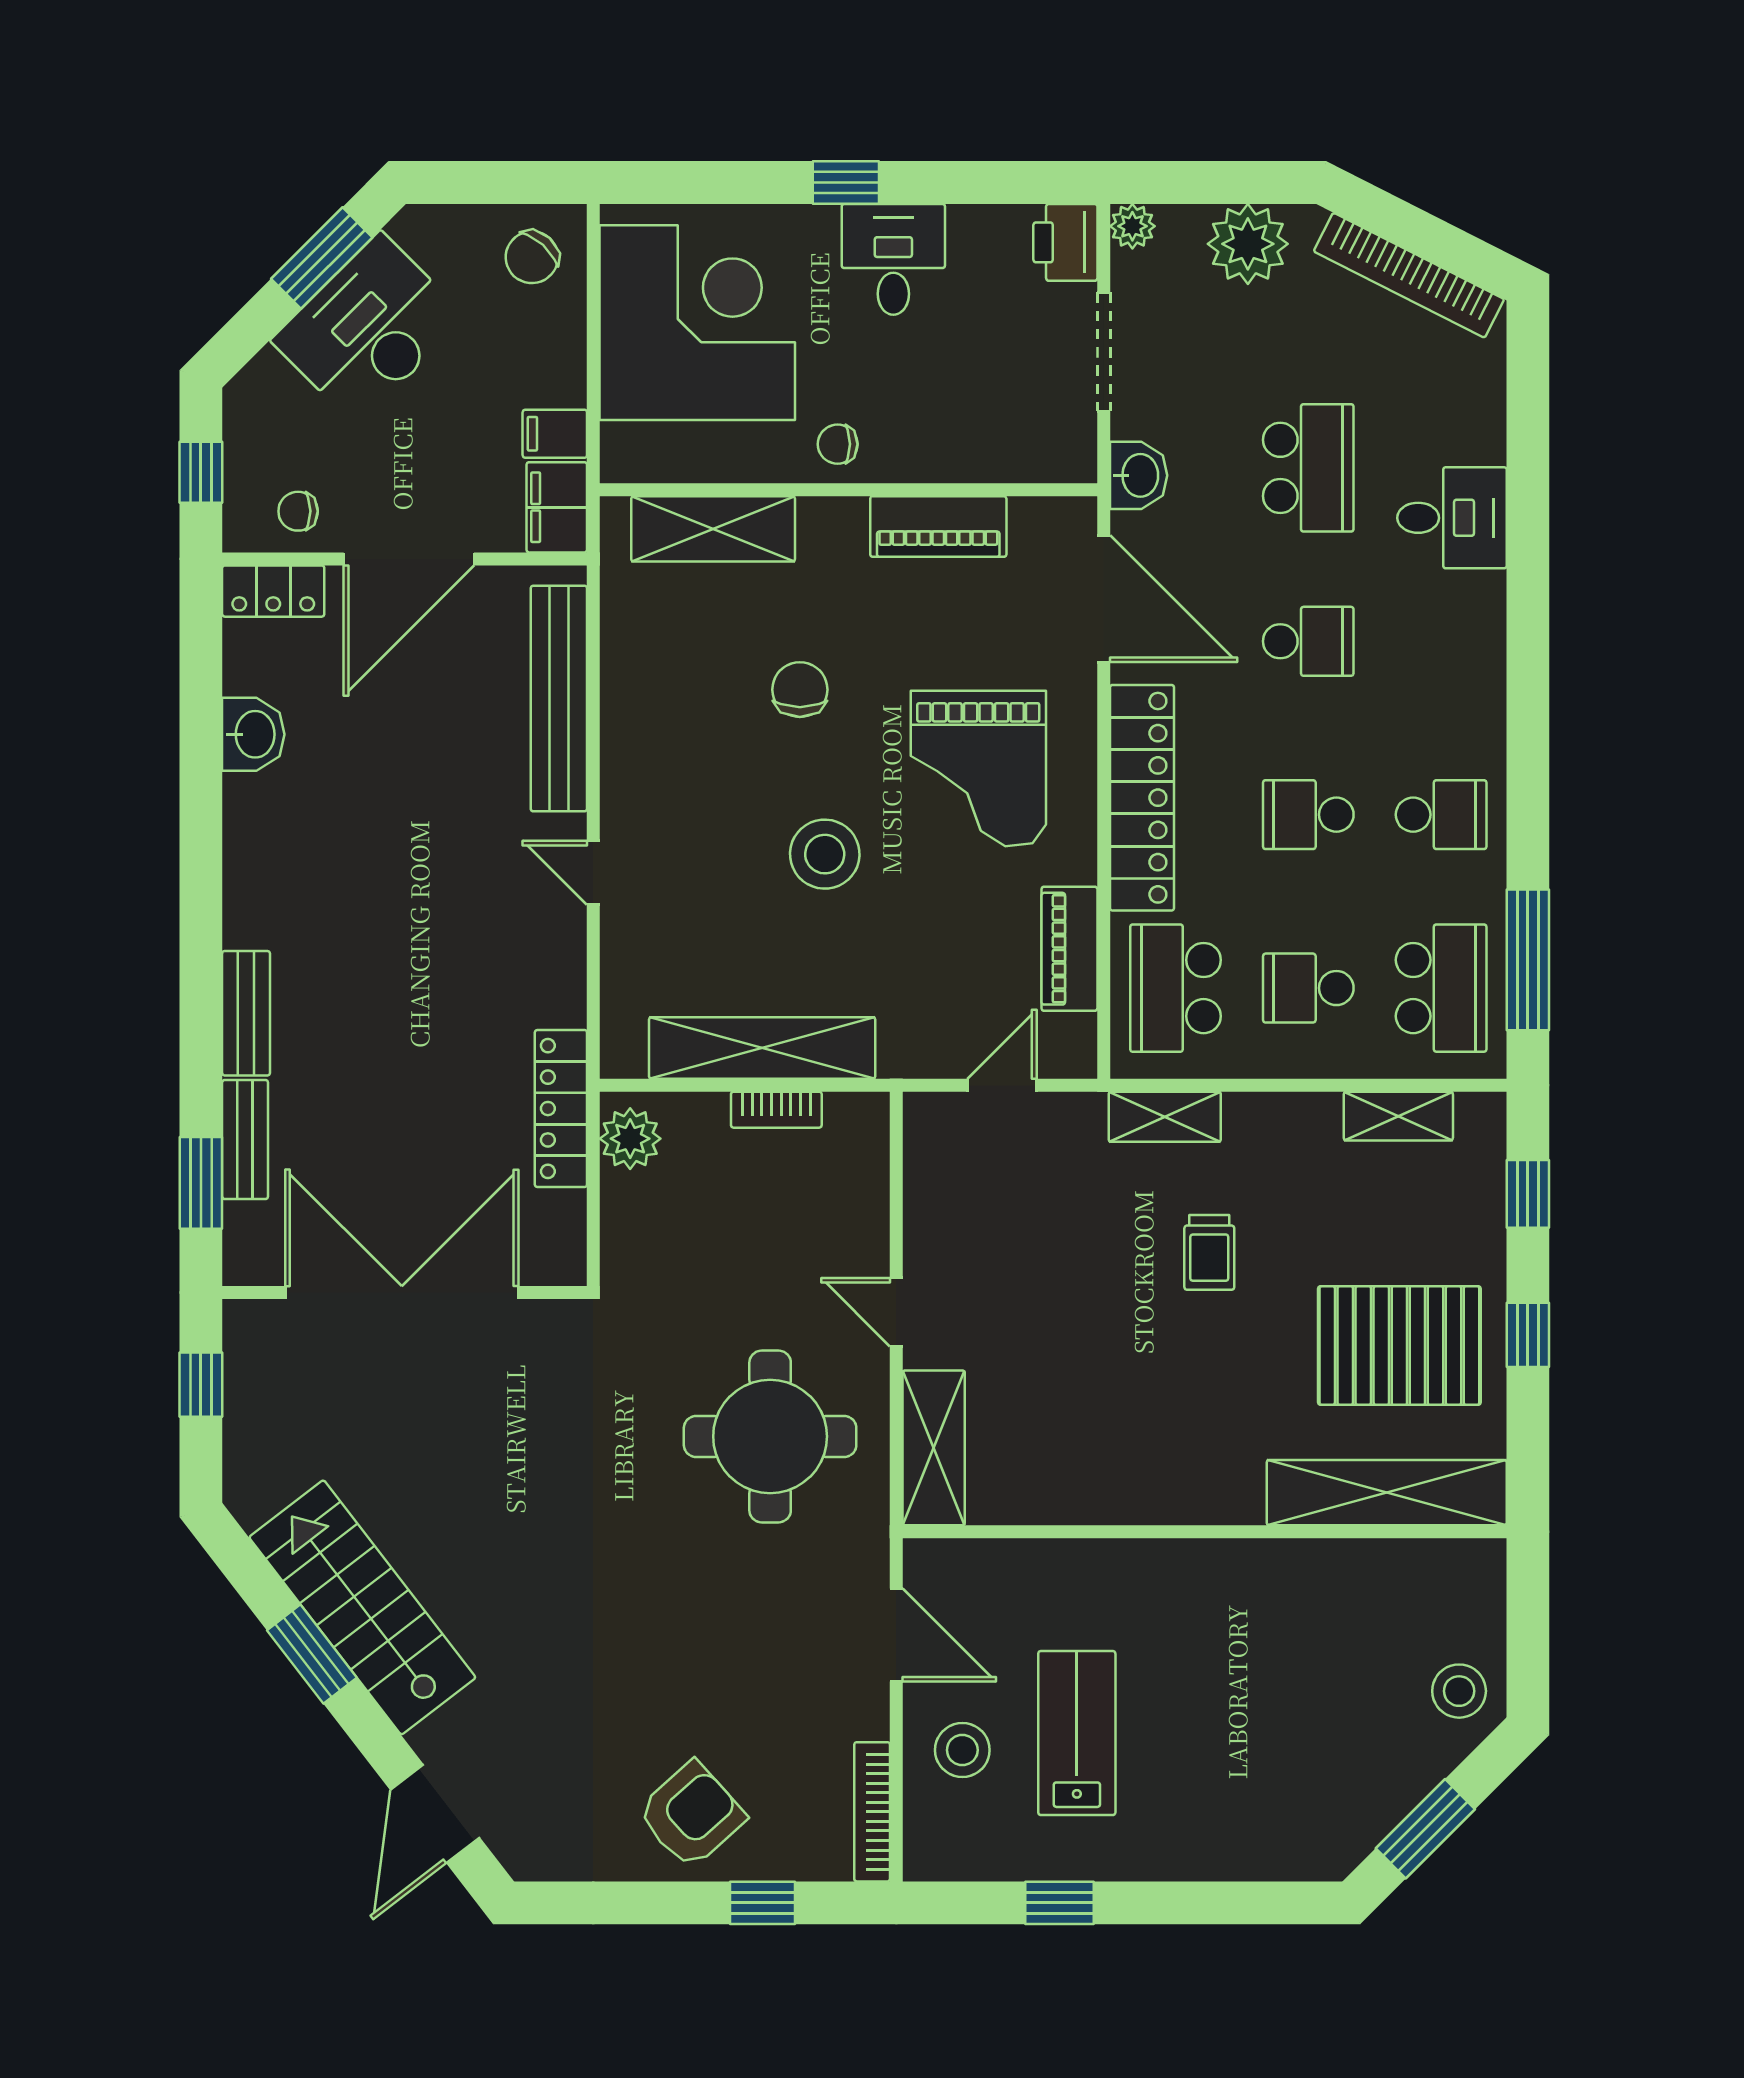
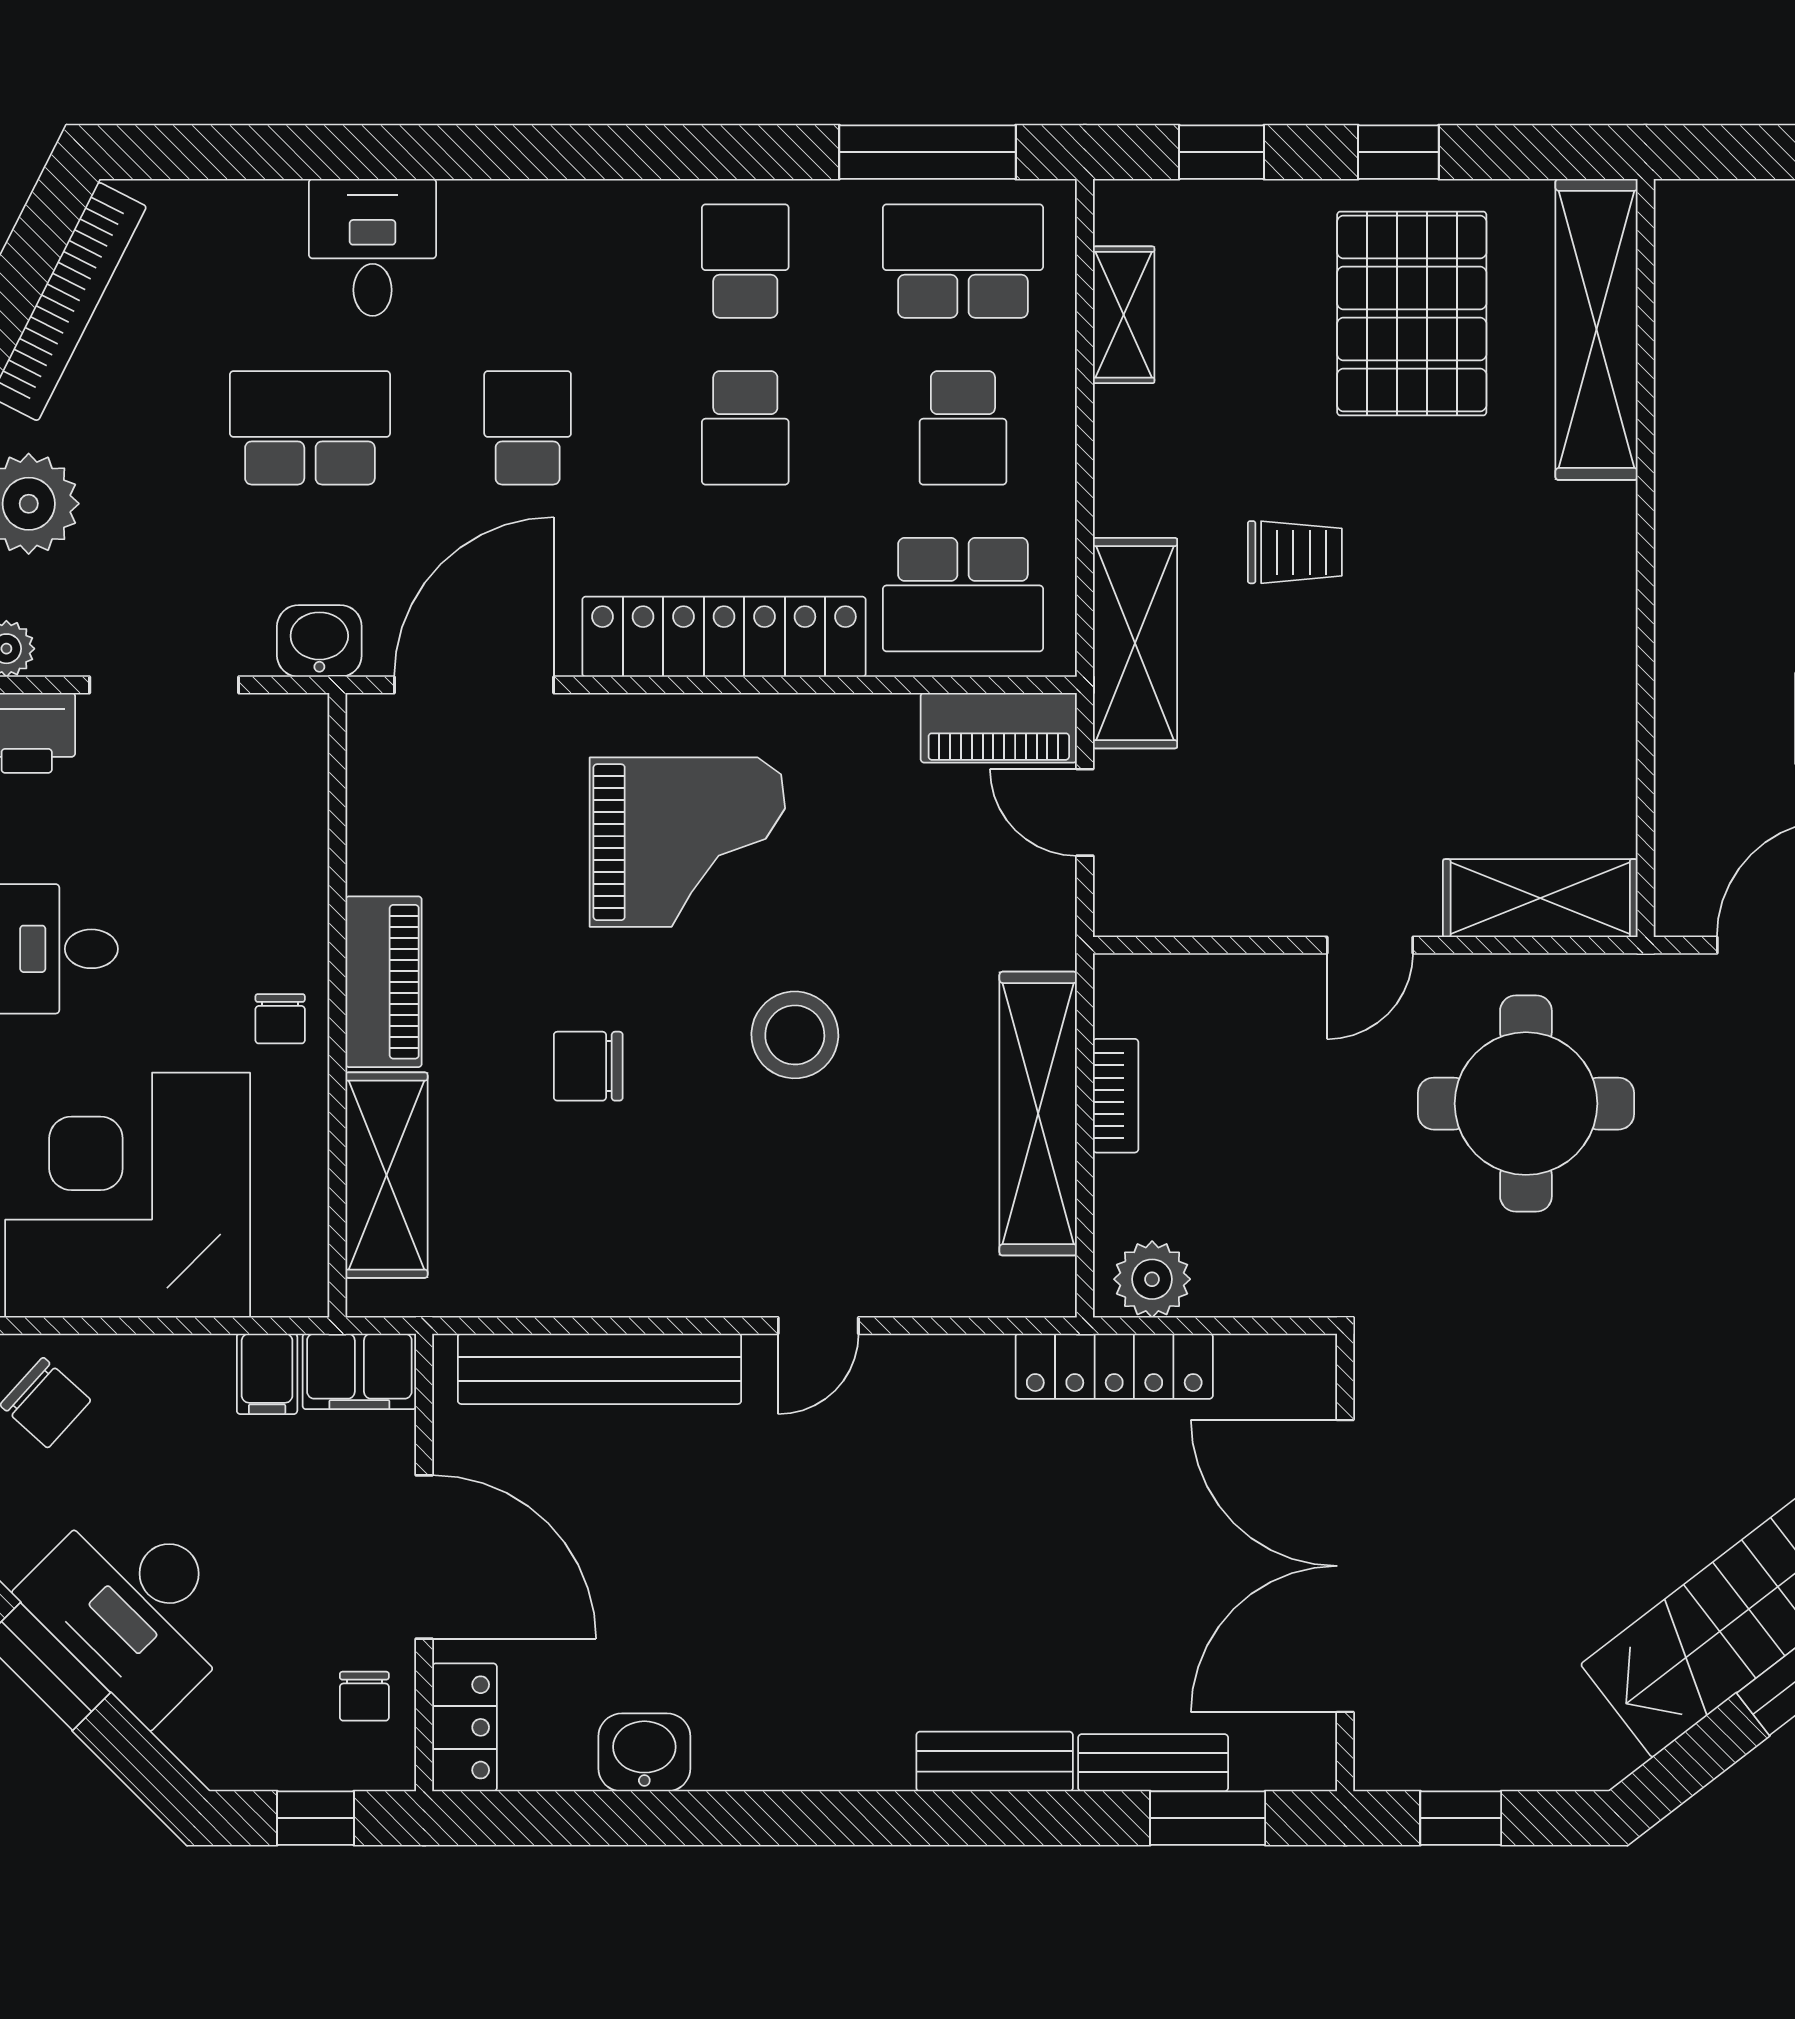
piano: (938, 527) -> (384, 982), moved
piano: (1069, 949) -> (999, 728), moved
shelving: (1165, 1117) -> (1135, 643), width x1.50, depth x1.33

